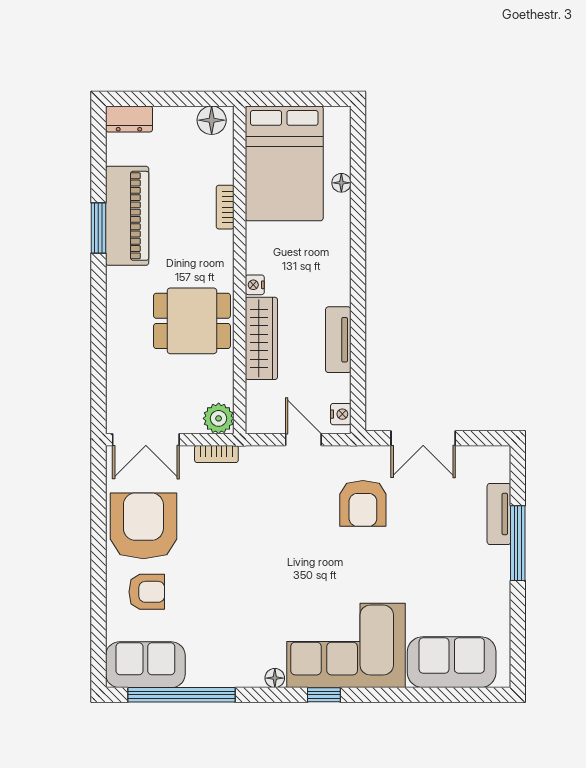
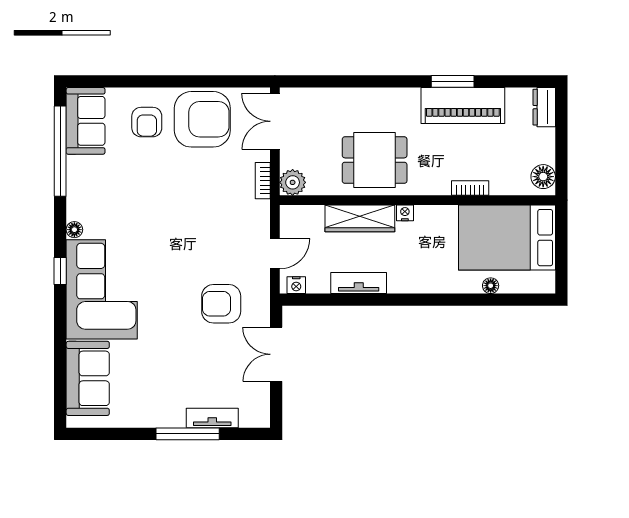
dining table: (192, 321) -> (375, 160), turned 90

